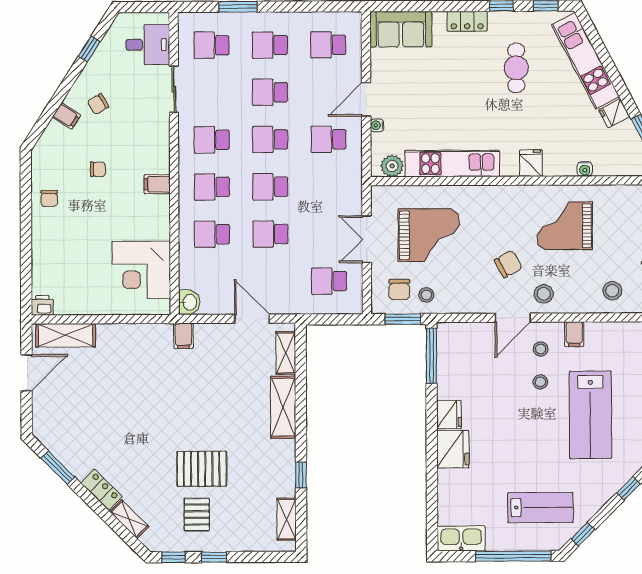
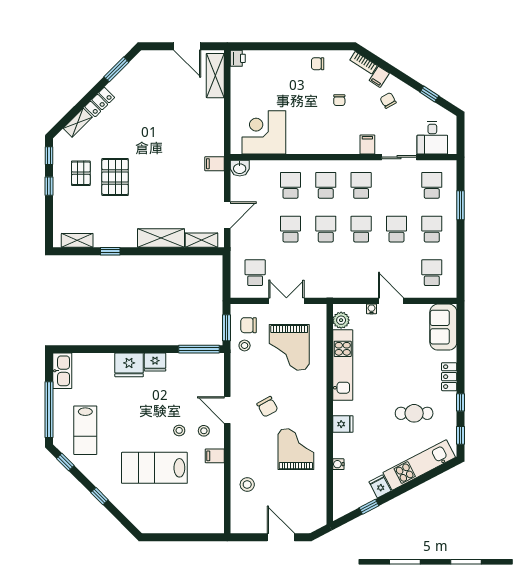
bookcase: (48, 137) -> (364, 63), added
school desk: (329, 139) -> (361, 273), removed
filing cabinet: (157, 184) -> (367, 144), moved
stool: (544, 294) -> (245, 433), removed
pallet: (197, 515) -> (81, 173), turned 90

